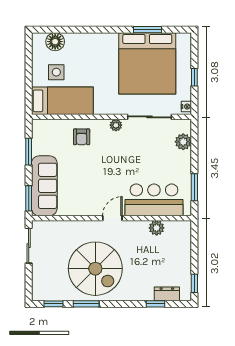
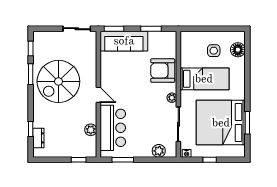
bed: (62, 101) -> (204, 79), moved, turned -90
armchair: (82, 137) -> (163, 71), width x1.88, depth x1.88
window: (194, 283) -> (79, 160), moved

